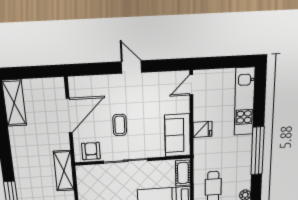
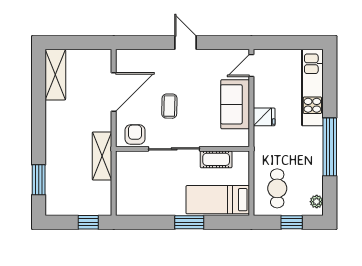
sofa: (178, 135) -> (235, 104), moved
cot: (183, 173) -> (216, 159), moved, turned 90

